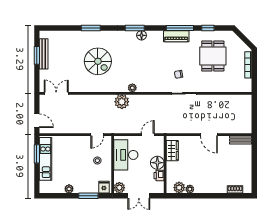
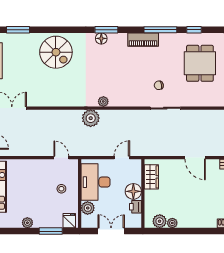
window: (91, 28) -> (18, 30), moved
floor lamp: (142, 35) -> (101, 38), moved
piano: (176, 36) -> (143, 40), moved
spiral stairs: (98, 61) -> (56, 52), moved
door: (97, 135) -> (61, 158), swing flipped
plant: (119, 188) -> (88, 208), moved
double door: (139, 196) -> (111, 231), swing flipped

